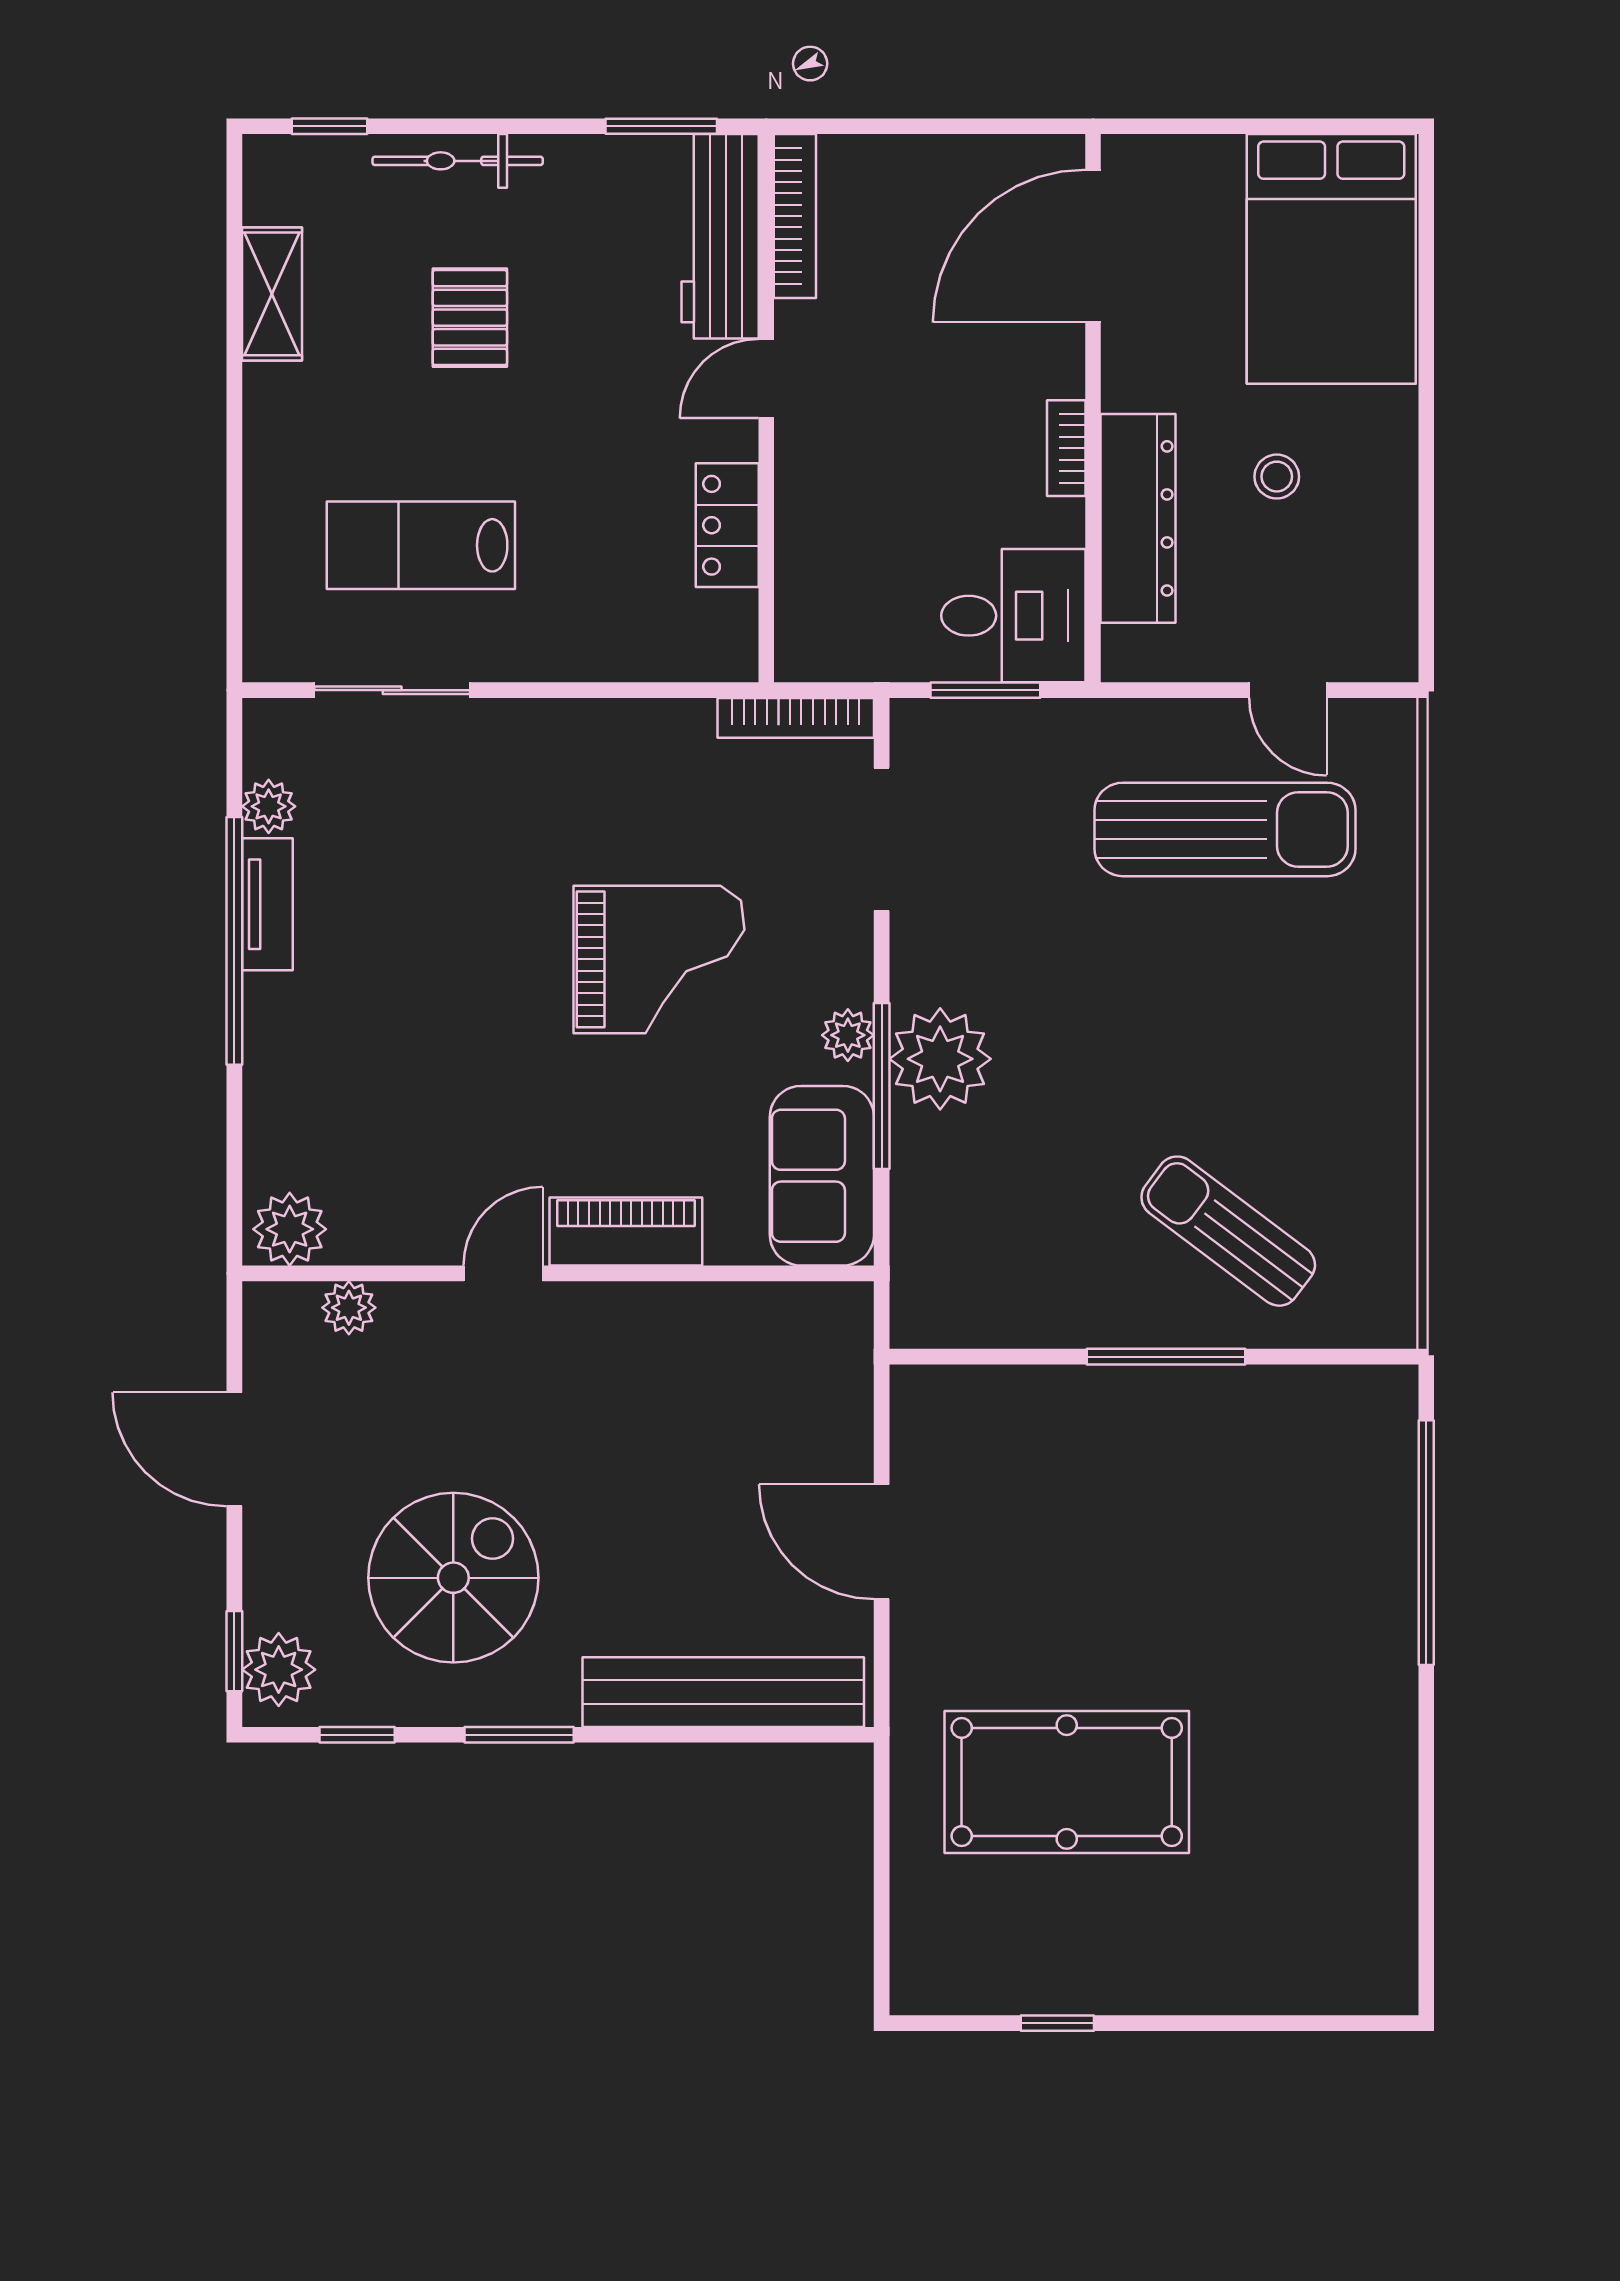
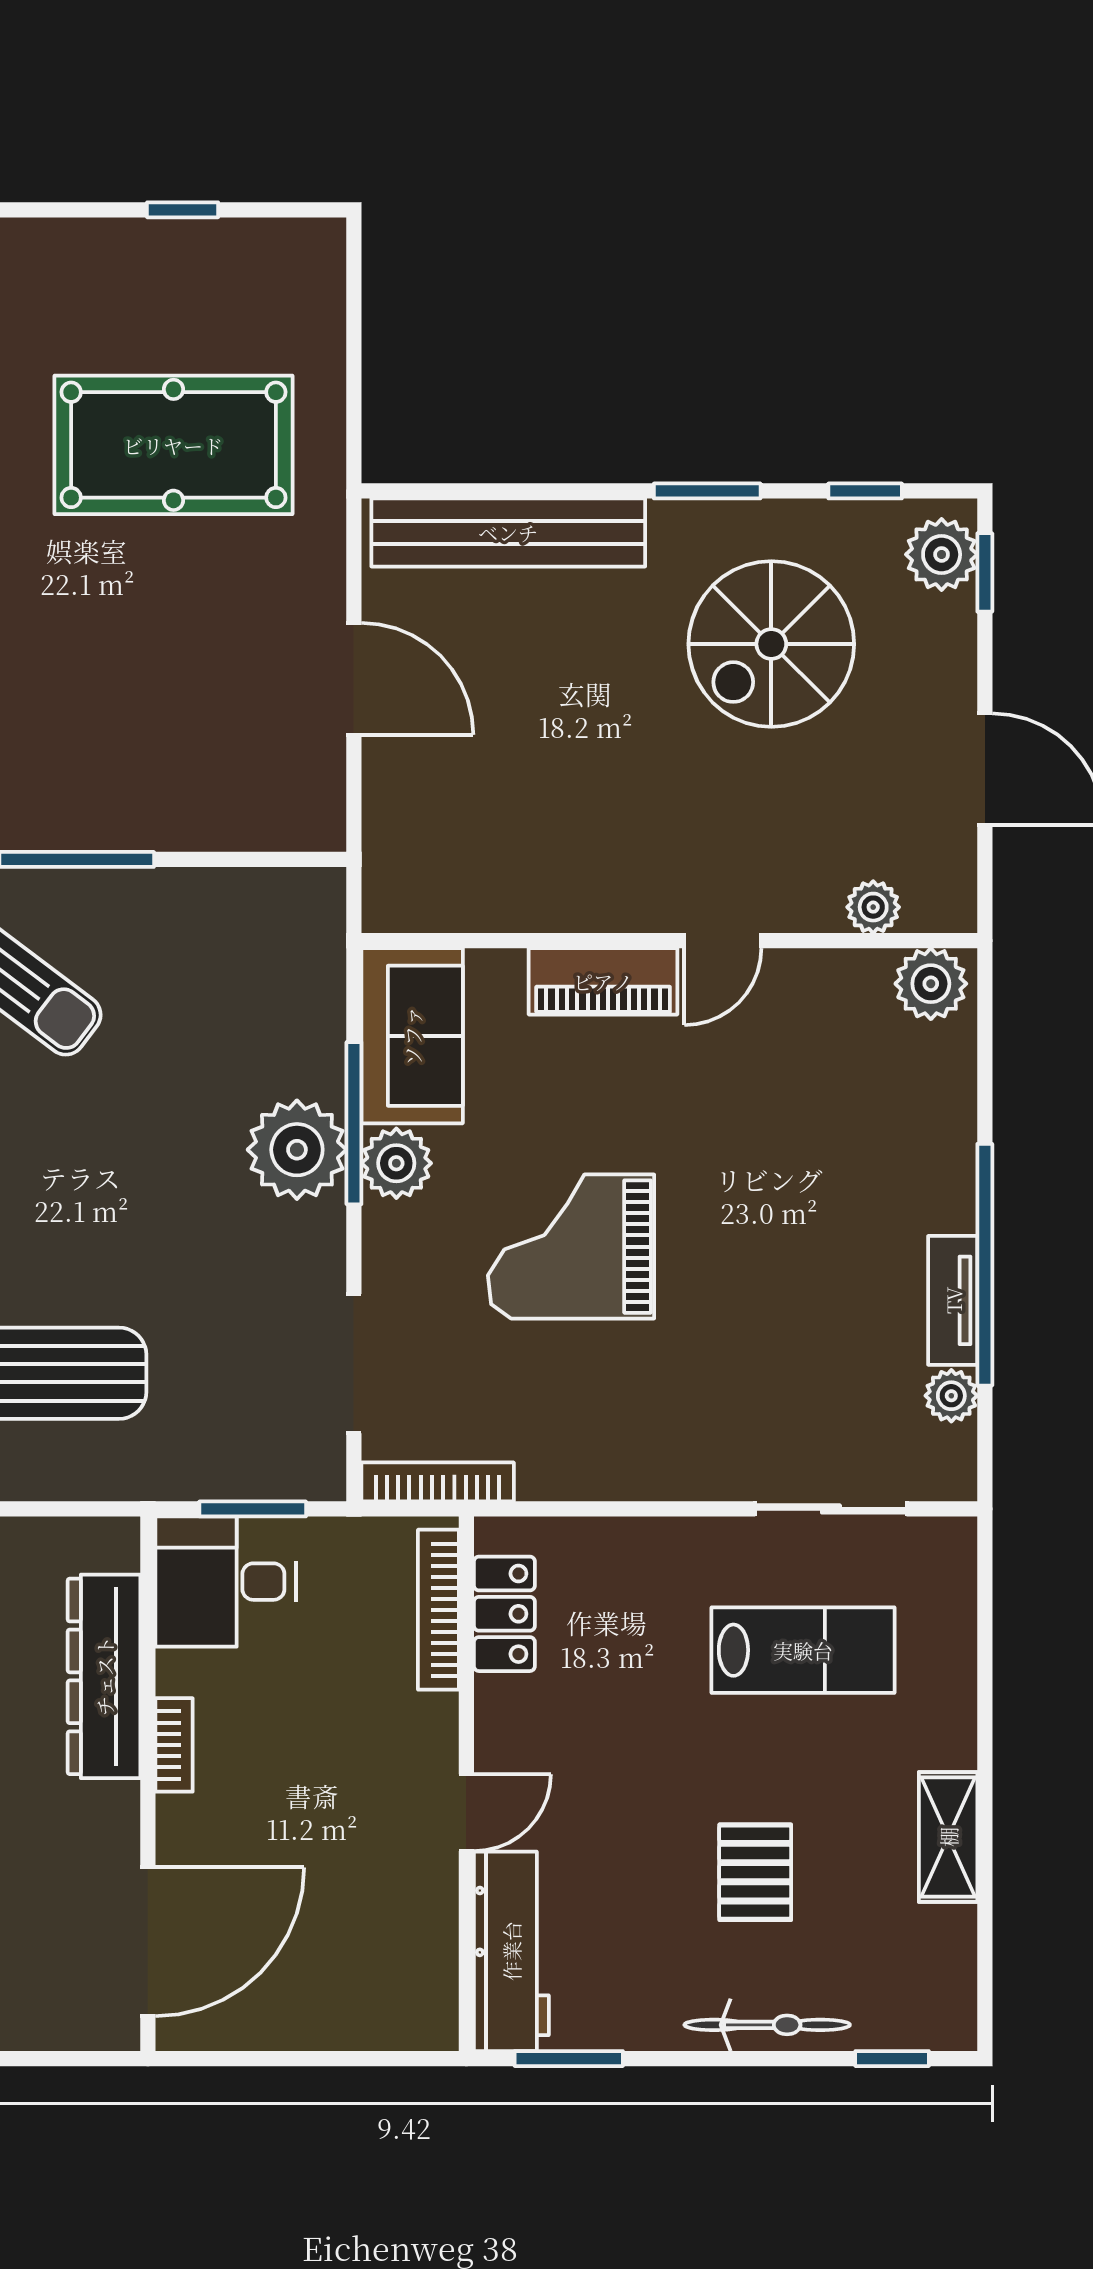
bookcase: (795, 216) -> (438, 1610), moved
shelving: (272, 294) -> (948, 1837), moved
locker: (727, 525) -> (504, 1614), moved
plant: (848, 1035) -> (396, 1163), width x1.38, depth x1.38

